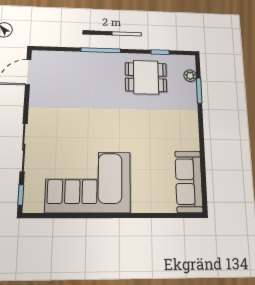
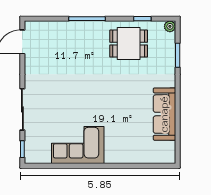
plant: (190, 76) -> (170, 26), moved
sofa: (189, 181) -> (164, 114), moved
corner sofa: (88, 182) -> (78, 145), width x0.73, depth x0.74

